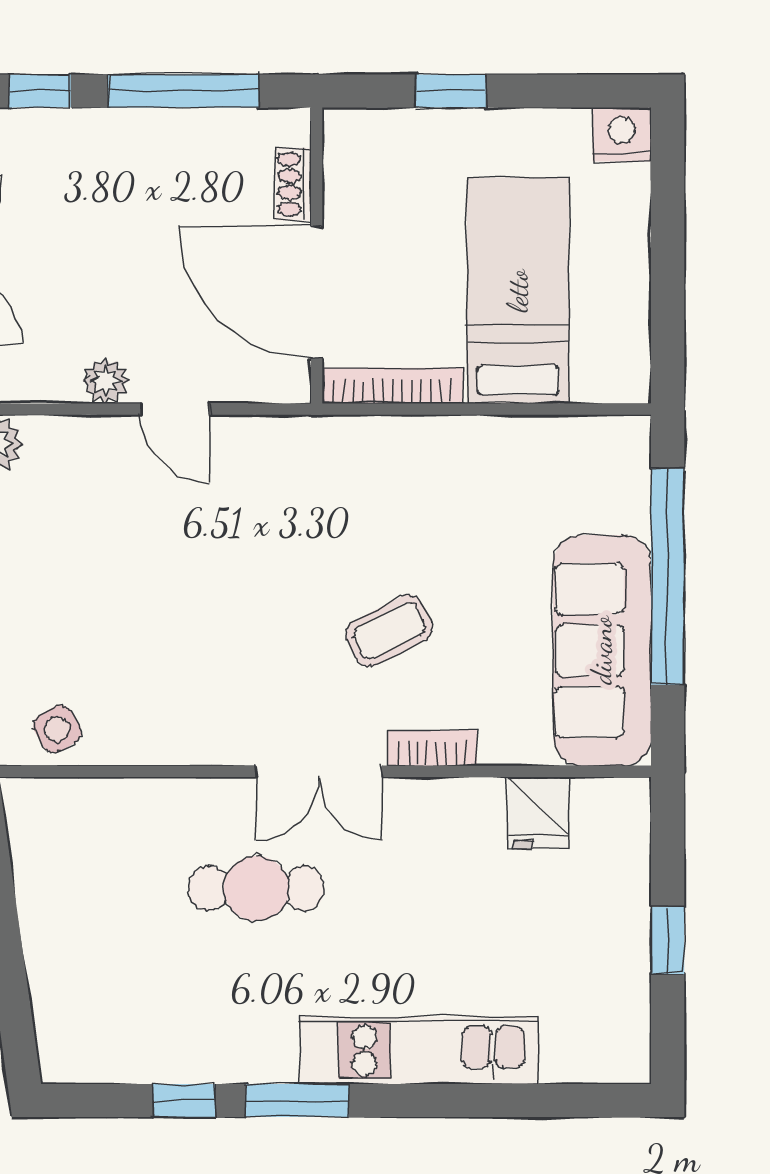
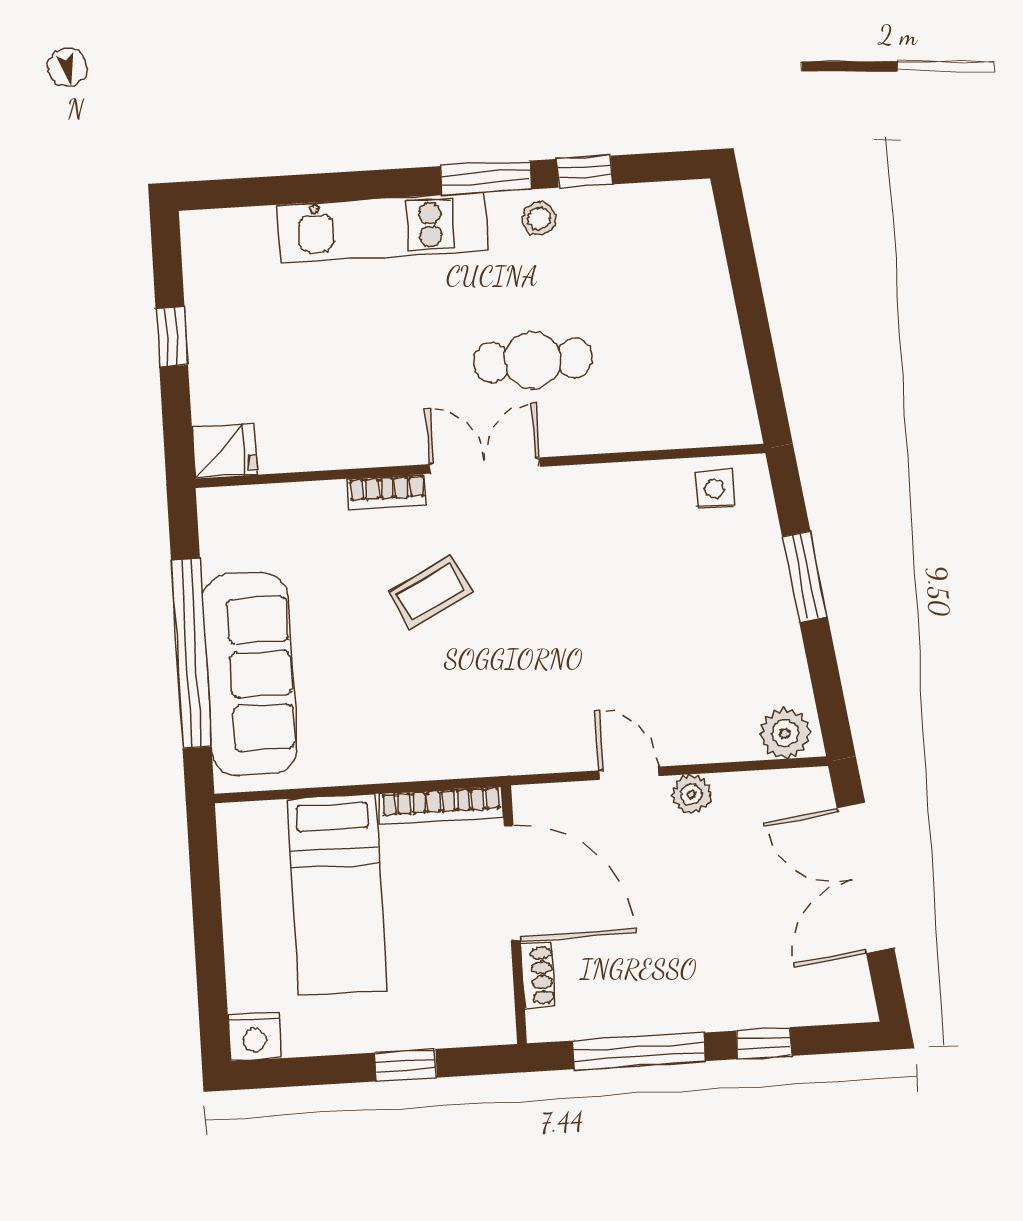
sofa: (602, 650) -> (250, 674), moved
side table: (57, 729) -> (715, 488), turned 30
fridge: (538, 813) -> (224, 450), moved, turned 90
stool: (239, 1050) -> (539, 218), added

